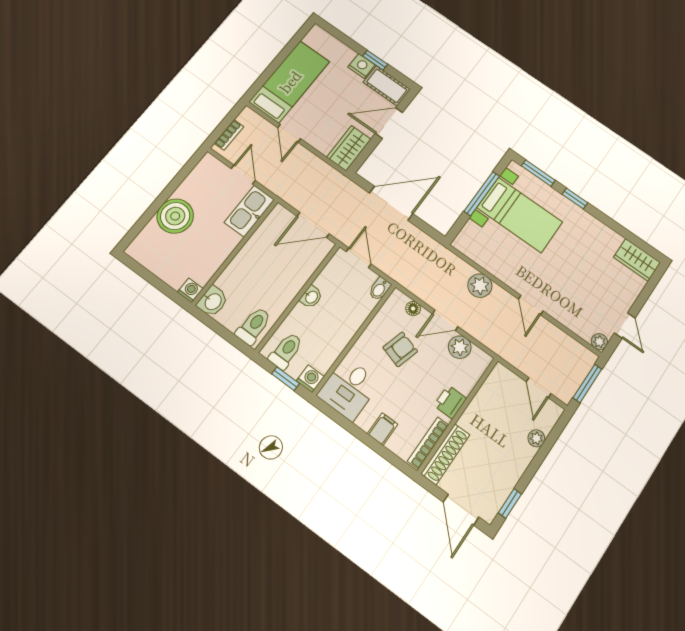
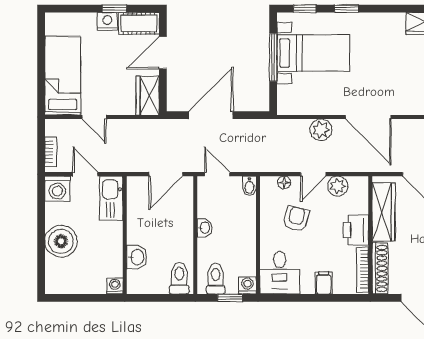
washing machine: (209, 169) -> (57, 189), added
window: (538, 173) -> (305, 9), width x0.67
washbasin: (213, 301) -> (137, 257), moved
door: (531, 305) -> (368, 117), width x1.88
printer: (450, 402) -> (356, 230), width x1.36, depth x1.24
wardrobe: (486, 402) -> (383, 212), added

